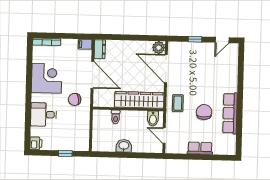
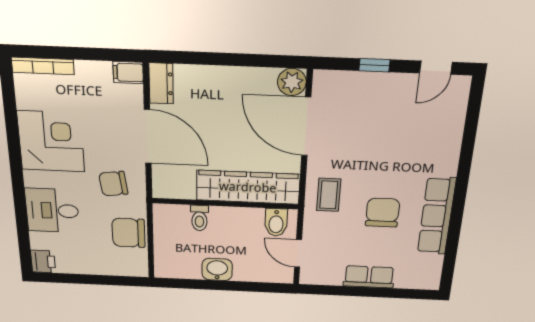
chair: (80, 126) -> (129, 233), added
window: (65, 153) -> (103, 280), removed

